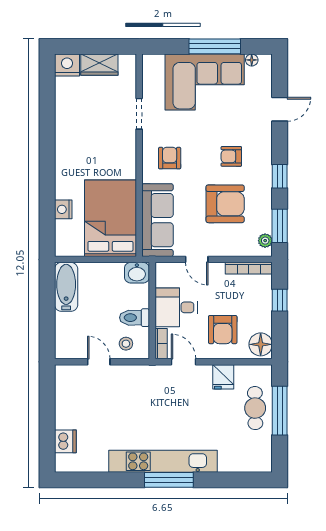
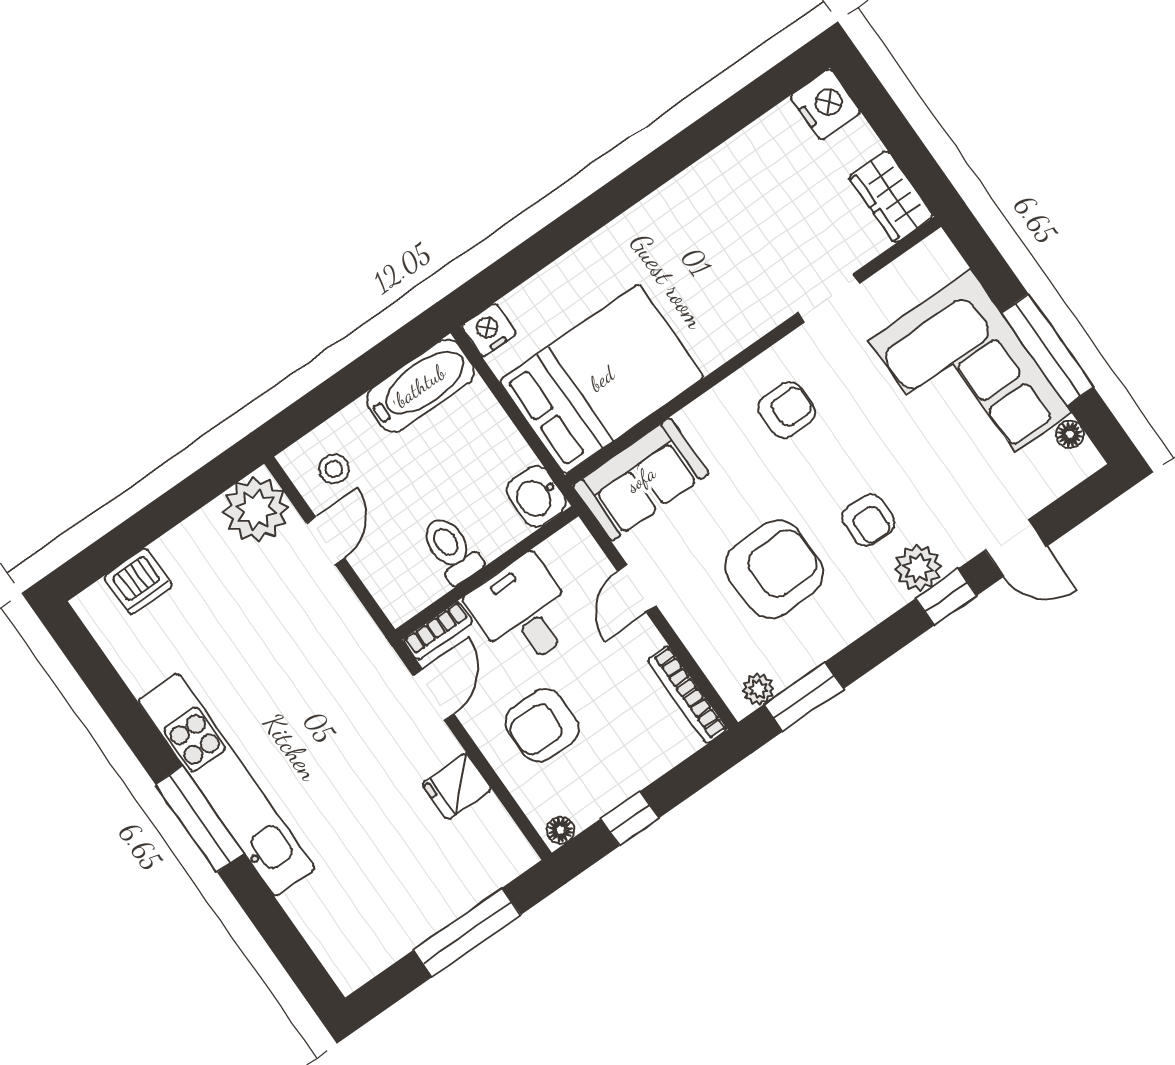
wardrobe: (99, 65) -> (891, 197), moved
plant: (262, 150) -> (918, 568), added
armchair: (231, 156) -> (868, 520), turned 180
window: (280, 176) -> (946, 597), moved
armchair: (225, 204) -> (774, 569), turned -91
nightstand: (63, 209) -> (489, 330), moved
sofa: (158, 220) -> (641, 479), width x0.73
window: (280, 300) -> (630, 819), moved
stool: (126, 344) -> (334, 469), moved
floor lamp: (261, 344) -> (560, 830), width x0.53, depth x0.53
plant: (69, 379) -> (256, 510), added
cafe table: (255, 408) -> (441, 884), removed

